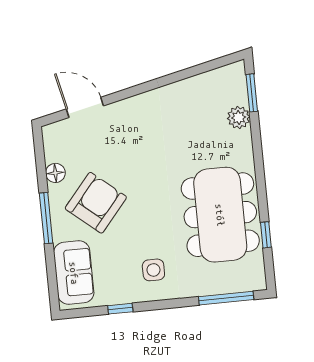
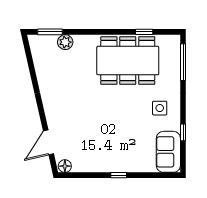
floor lamp: (55, 173) -> (65, 166), moved
armchair: (96, 203) -> (112, 141), removed
window: (46, 218) -> (119, 175), width x0.46
sofa: (74, 273) -> (168, 152), moved, turned -90

